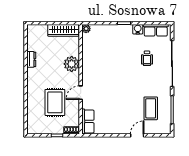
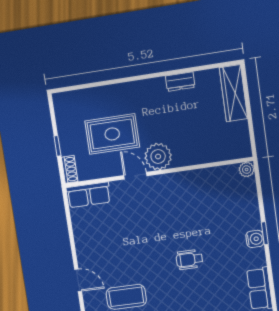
water cooler: (138, 29) -> (255, 239), moved
wardrobe: (63, 30) -> (233, 93), moved
wheelchair: (147, 58) -> (189, 260), moved
plant: (72, 64) -> (158, 156), moved

